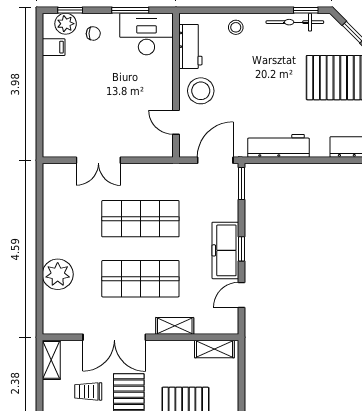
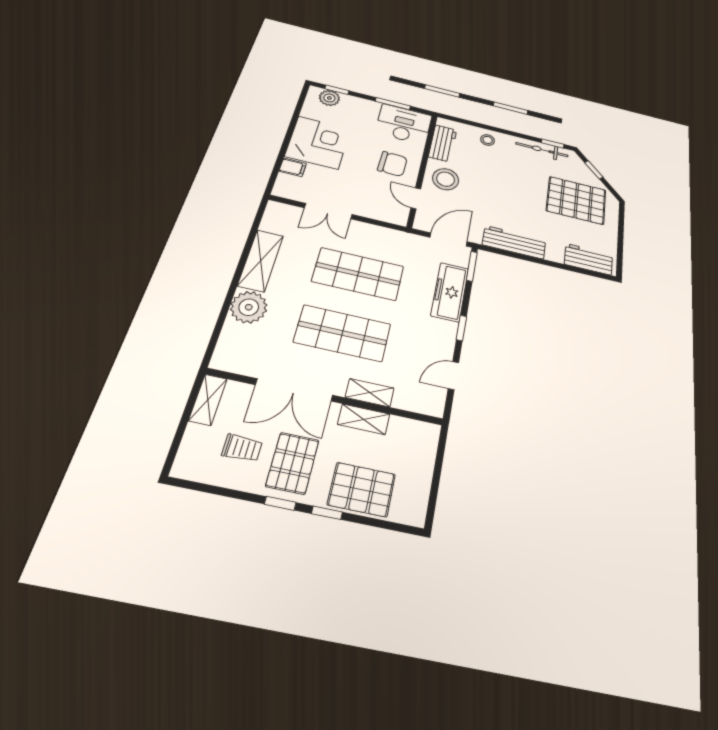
chair: (93, 33) -> (392, 164), moved, width x1.87, depth x1.87
filing cabinet: (54, 47) -> (293, 167), moved
corner desk: (69, 84) -> (318, 142), added
shelving: (54, 228) -> (261, 261), added
freezer: (225, 250) -> (450, 292), moved
shelving: (214, 349) -> (364, 419), moved
trolley: (88, 391) -> (242, 448), turned 180

